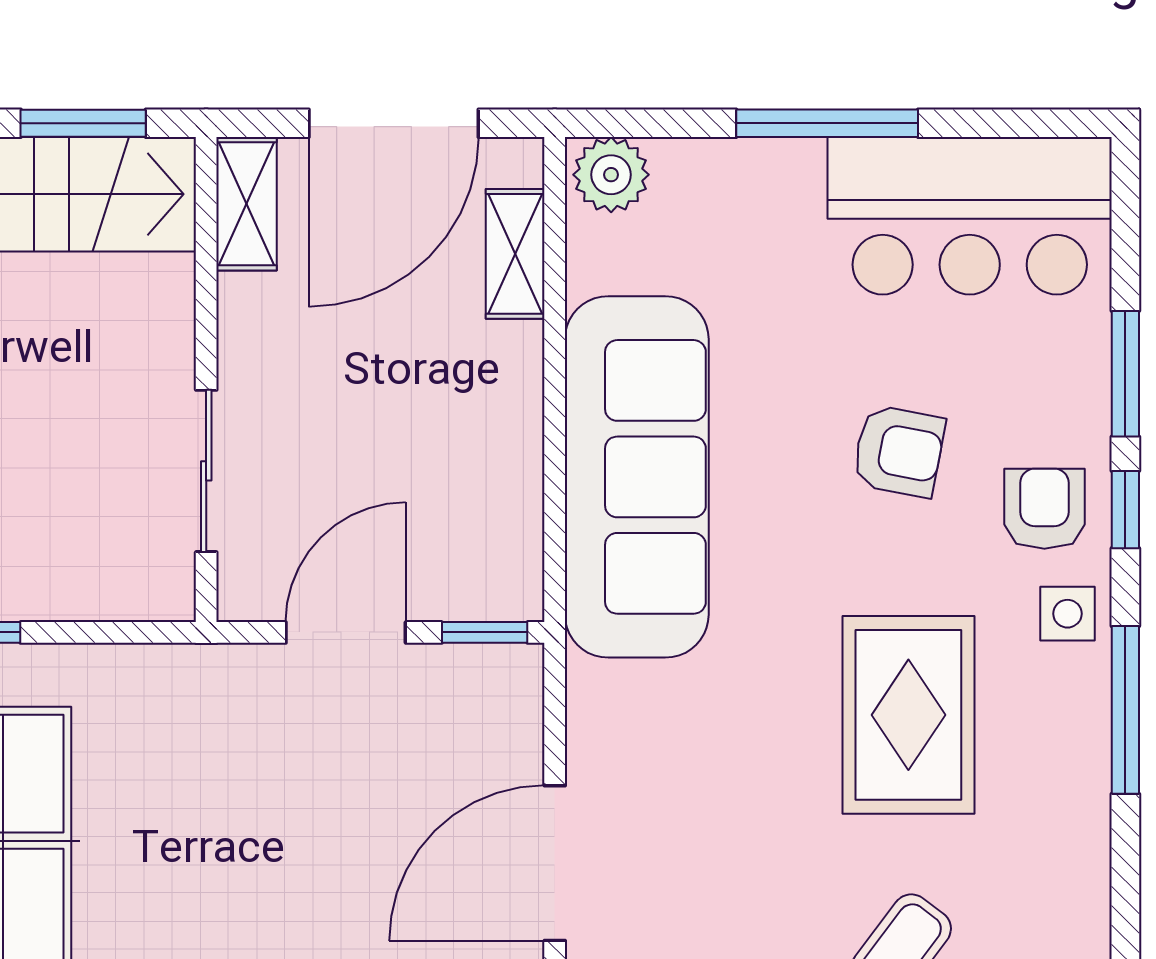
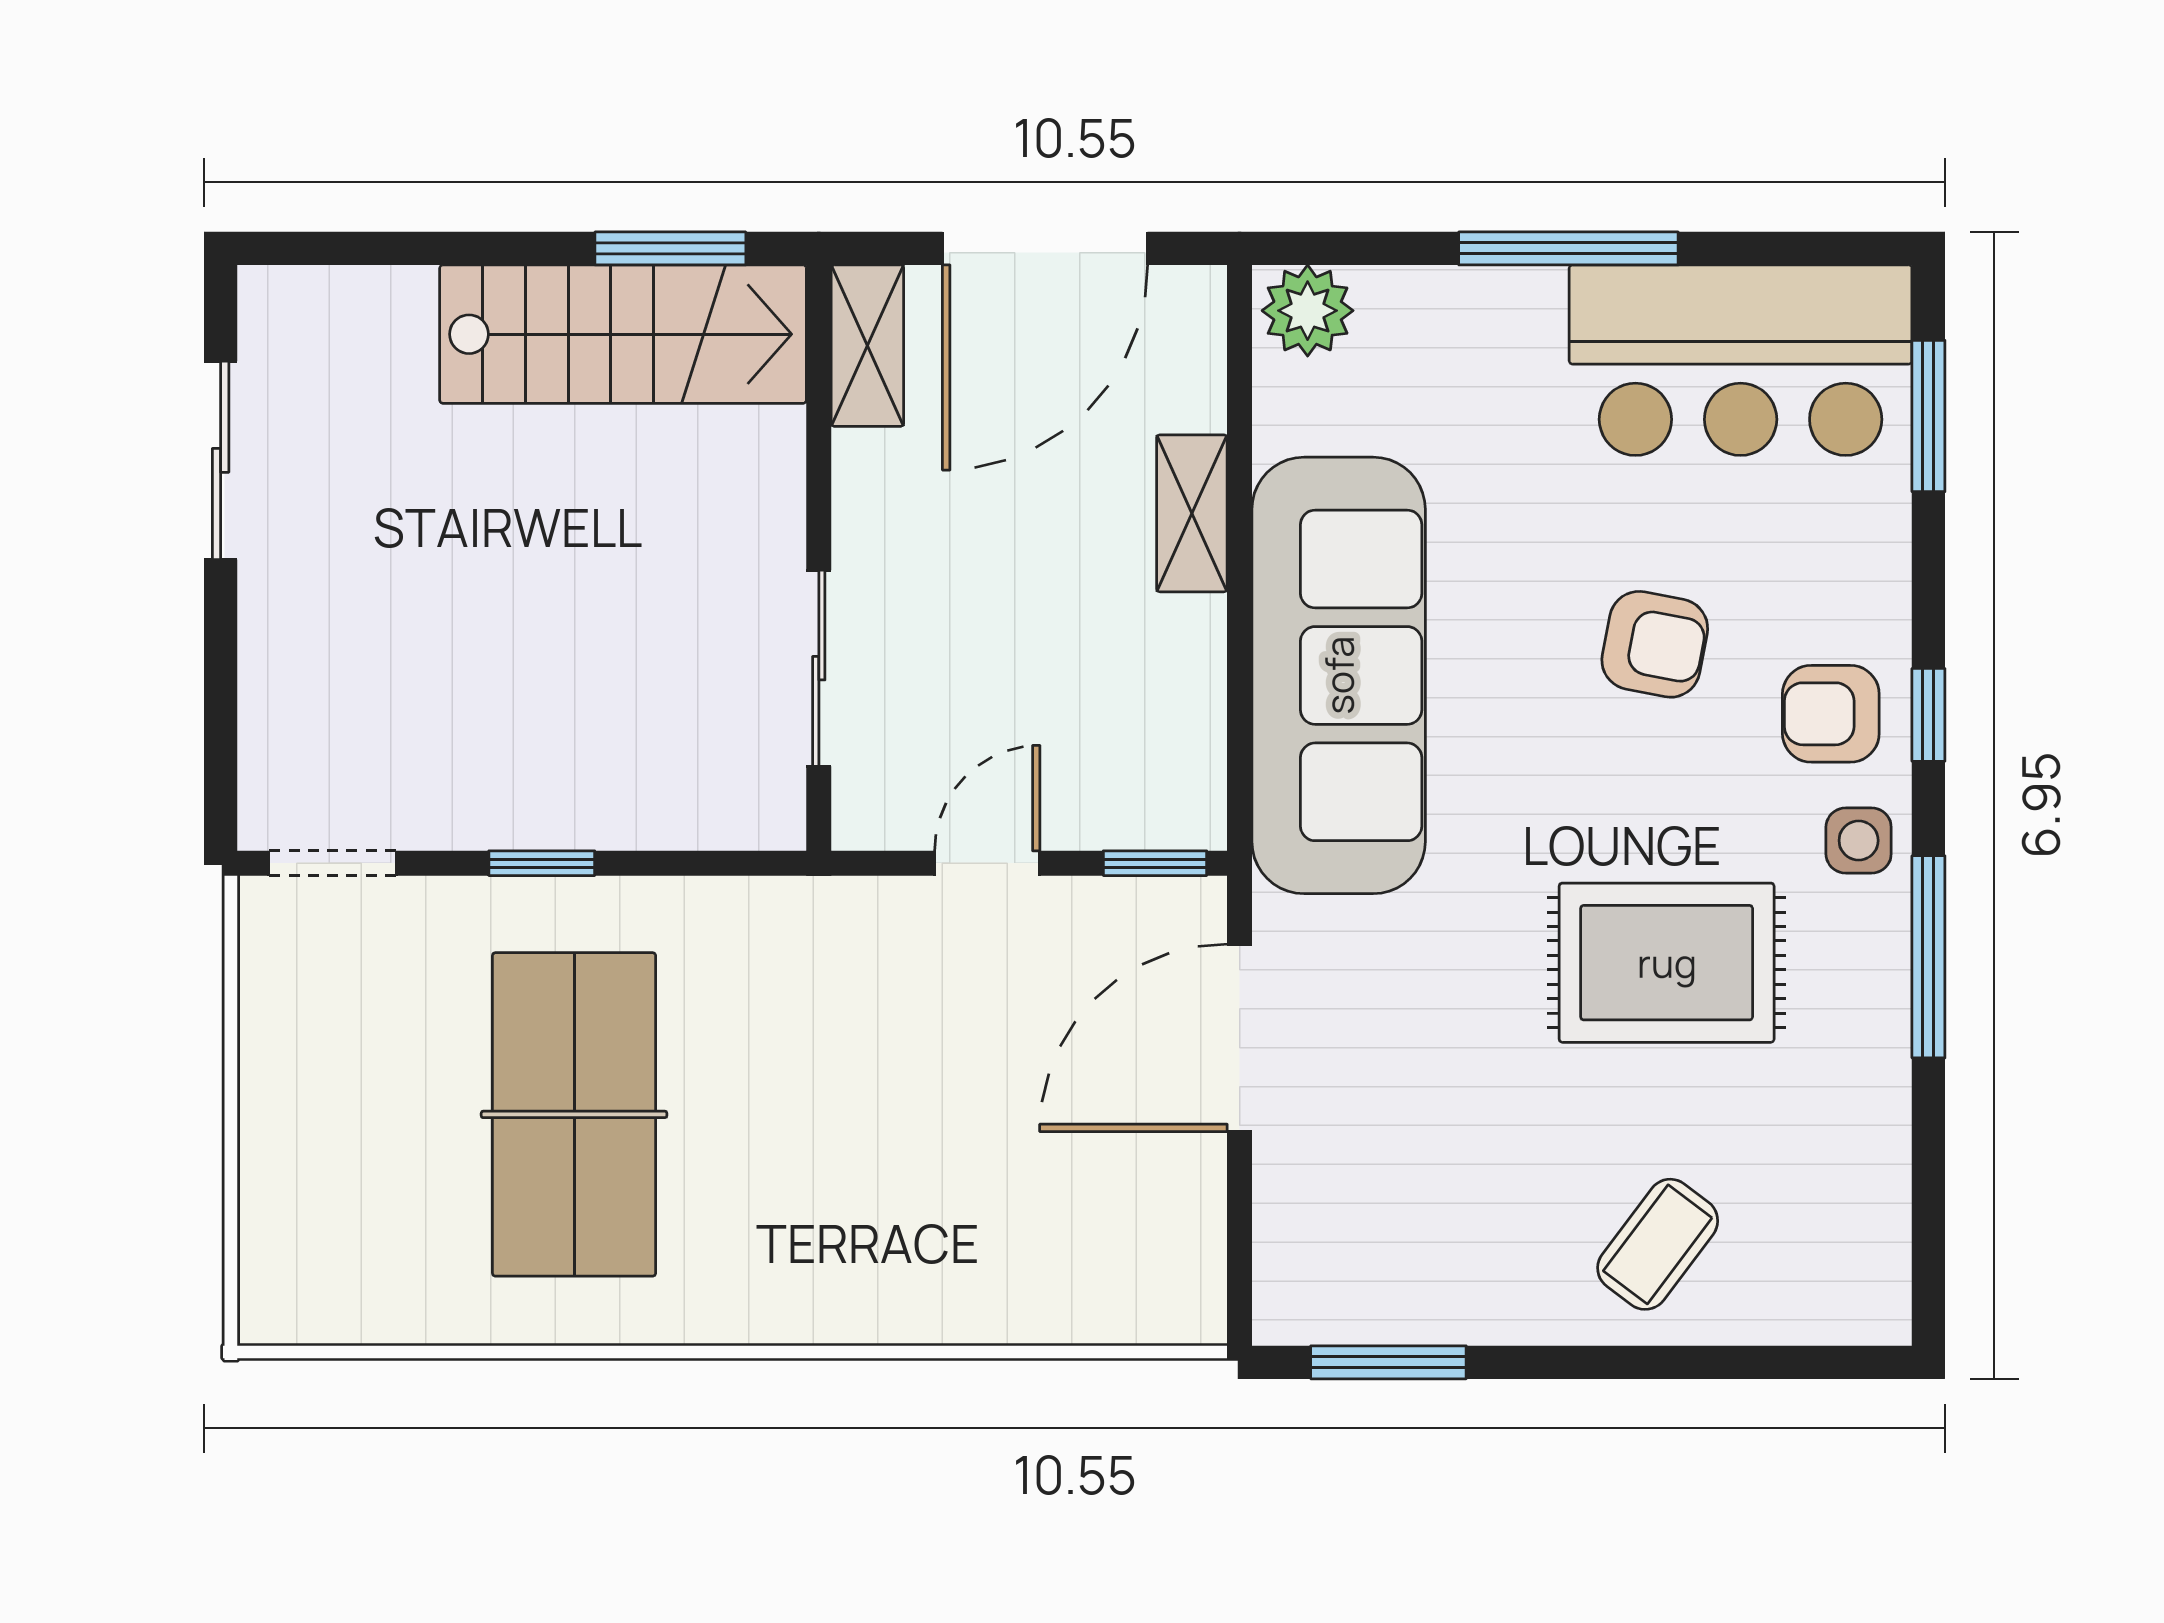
shelving: (515, 254) -> (1192, 513), moved
window: (1125, 374) -> (1928, 416), moved
armchair: (1044, 509) -> (1831, 714), turned -90
door: (346, 632) -> (987, 863), width x0.73
rug: (908, 715) -> (1667, 963), turned 90
door: (555, 863) -> (1240, 1038), moved

